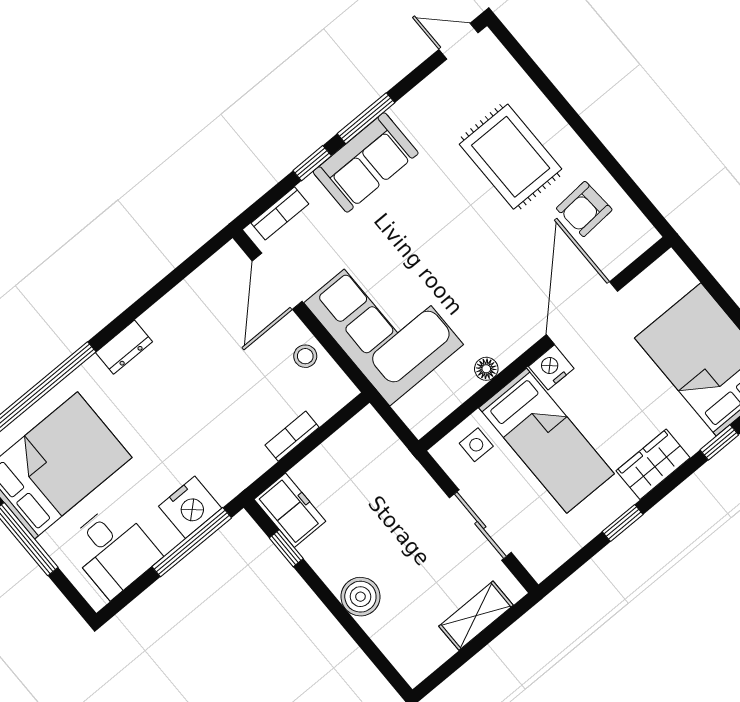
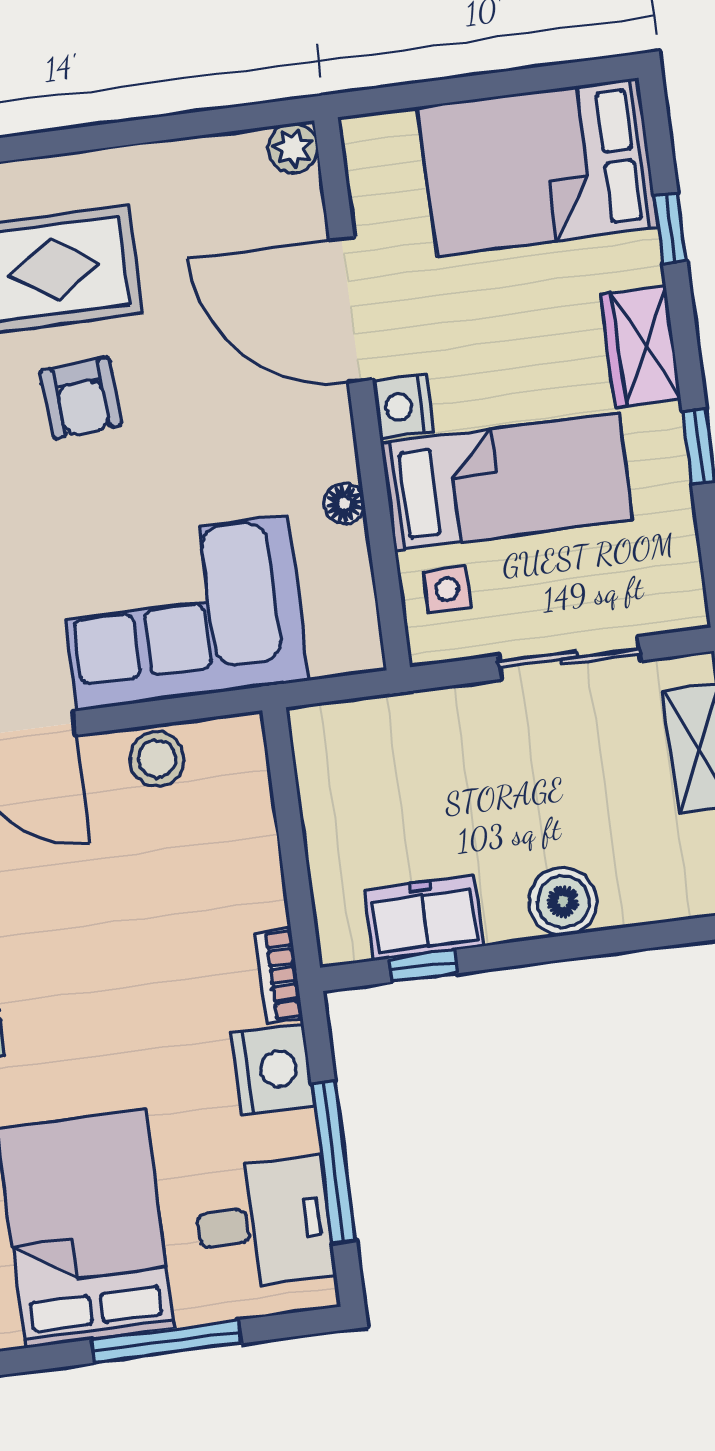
armchair: (584, 209) -> (81, 398), moved
plant: (643, 235) -> (293, 148), added
stool: (305, 356) -> (157, 759), width x1.37, depth x1.37
bookcase: (292, 436) -> (279, 976), moved
freezer: (290, 510) -> (424, 918), moved
window: (192, 542) -> (334, 1162), moved

